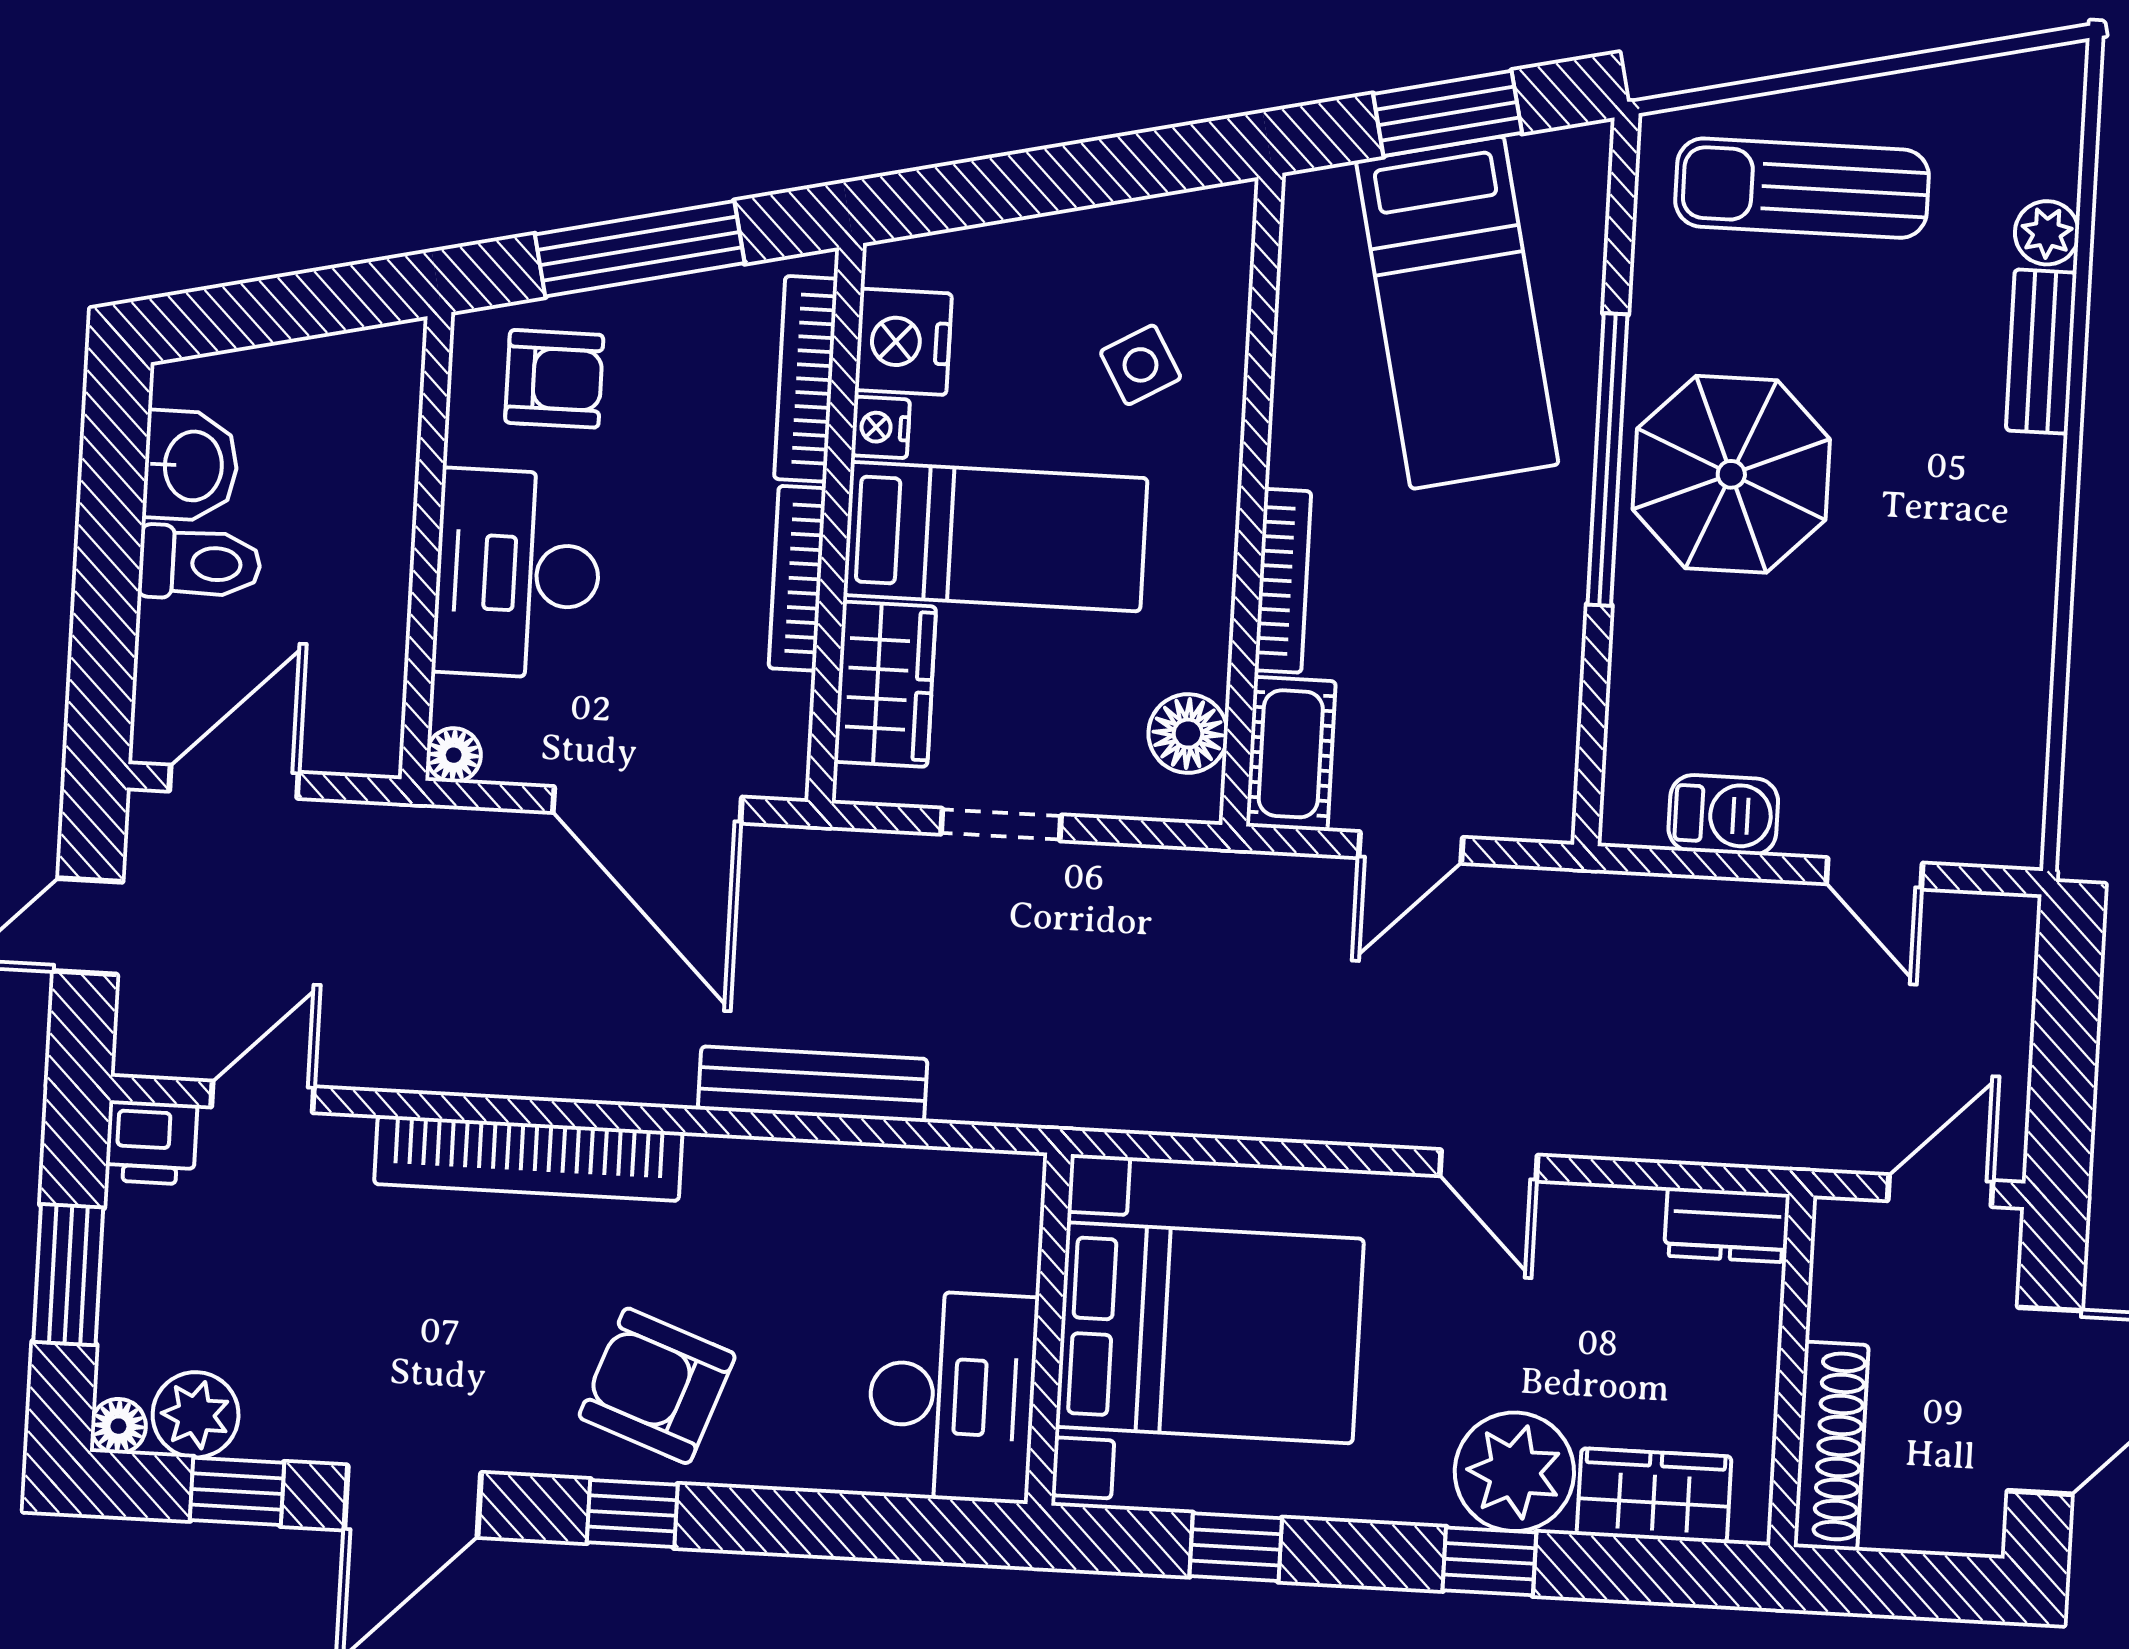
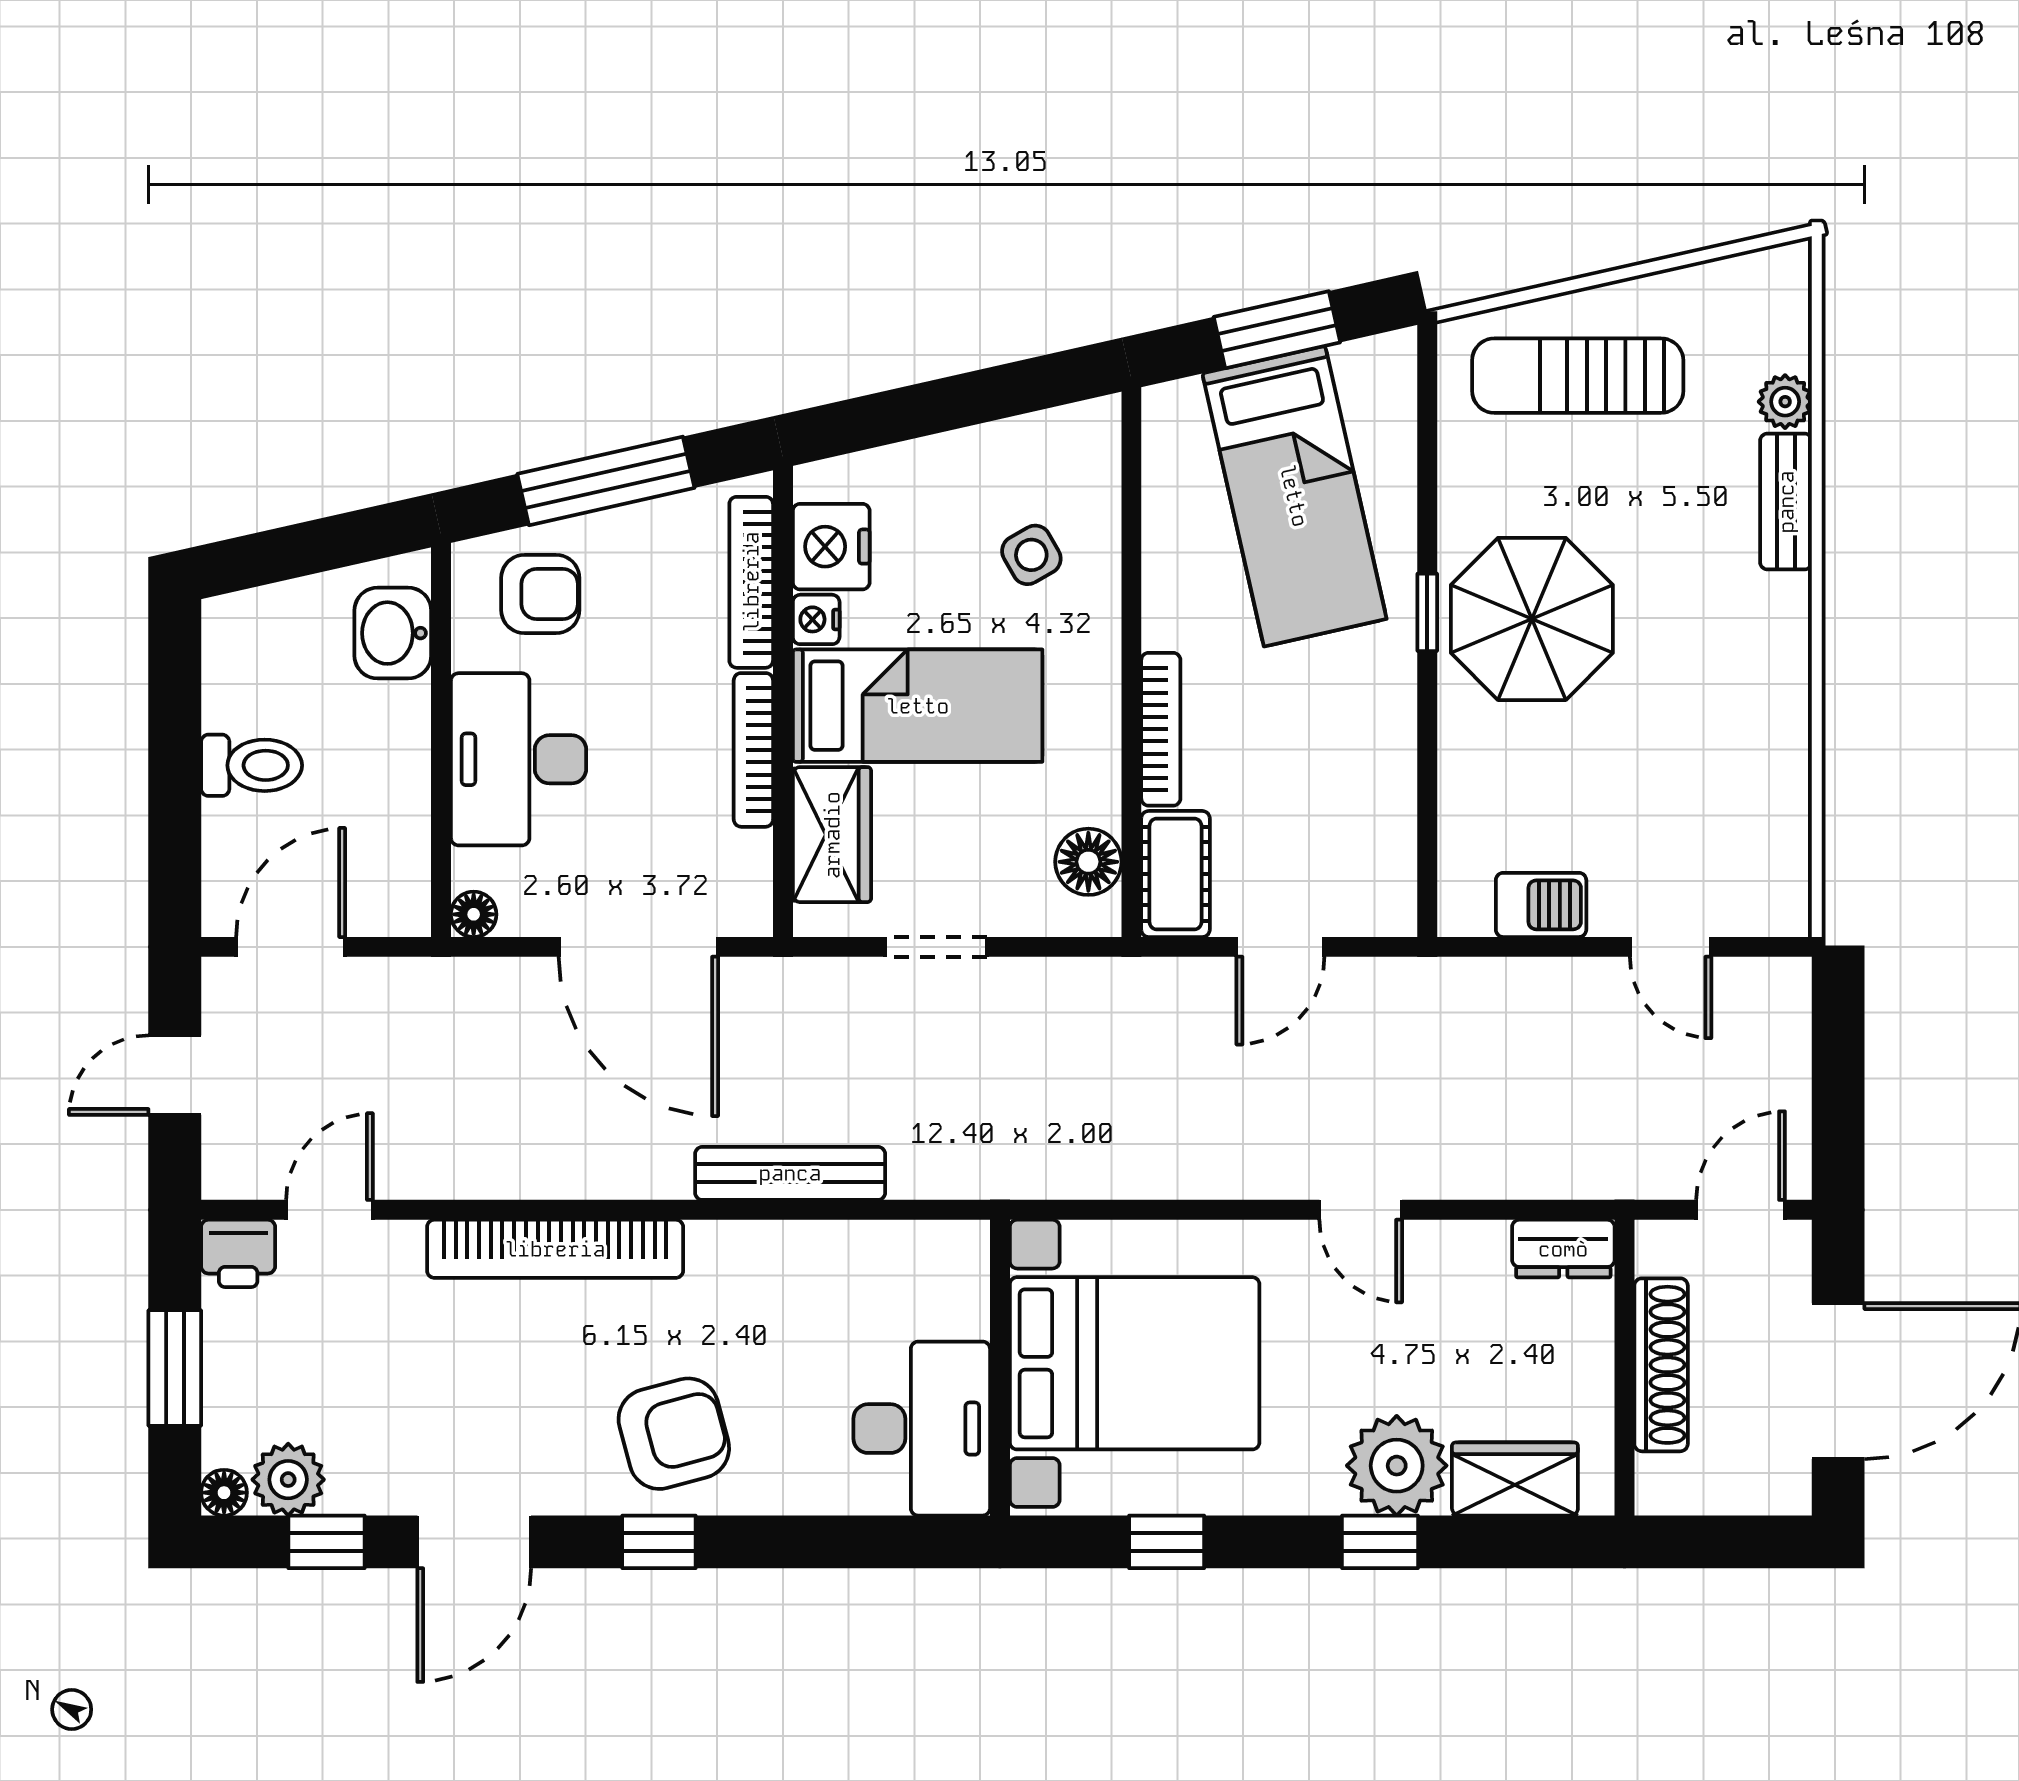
window: (1607, 459) -> (1427, 612), width x0.32
washbasin: (191, 466) -> (393, 633), moved, turned 180
armchair: (657, 1386) -> (674, 1434), turned 145
shoe rack: (1831, 1446) -> (1661, 1365), moved

